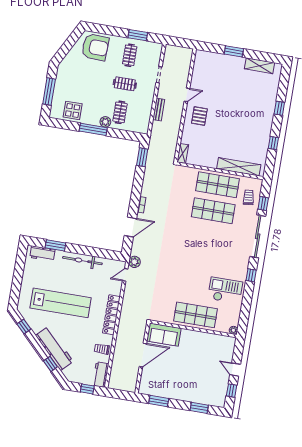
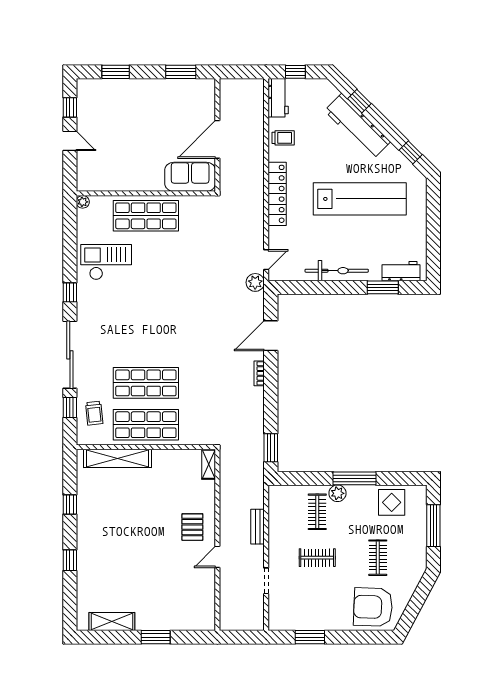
clothes rail: (130, 55) -> (378, 558), moved
checkout: (225, 290) -> (106, 262), turned 180
lab bench: (61, 303) -> (360, 199), turned 180

